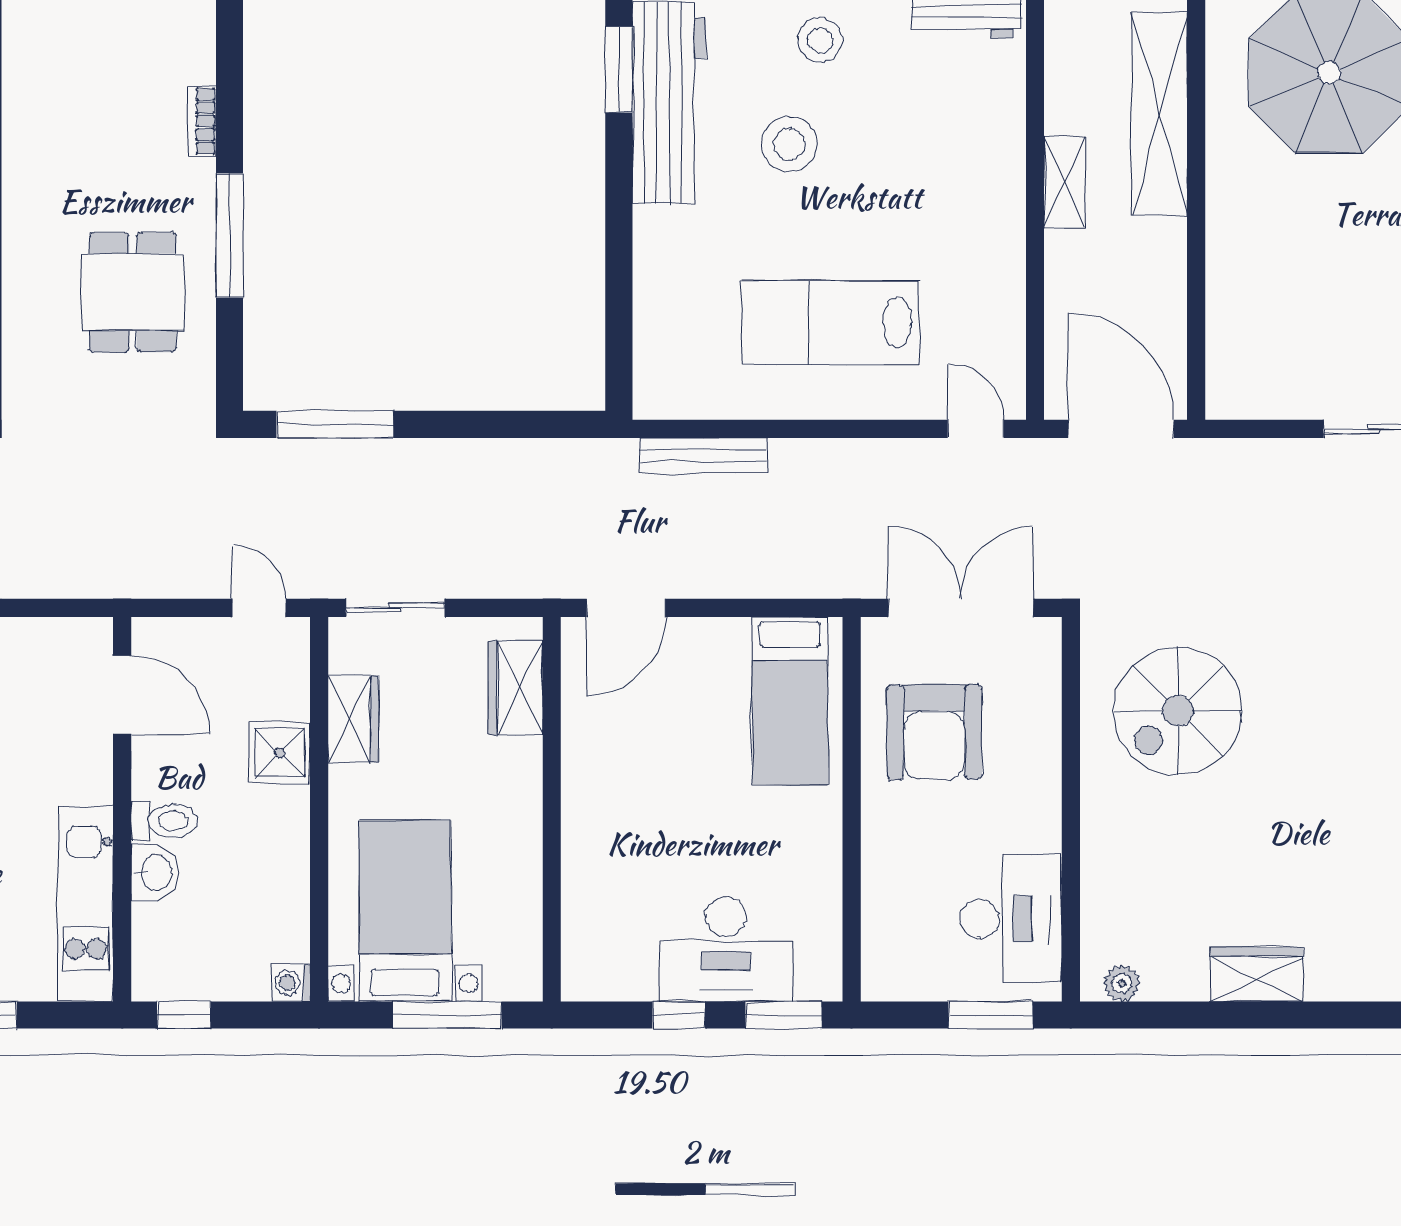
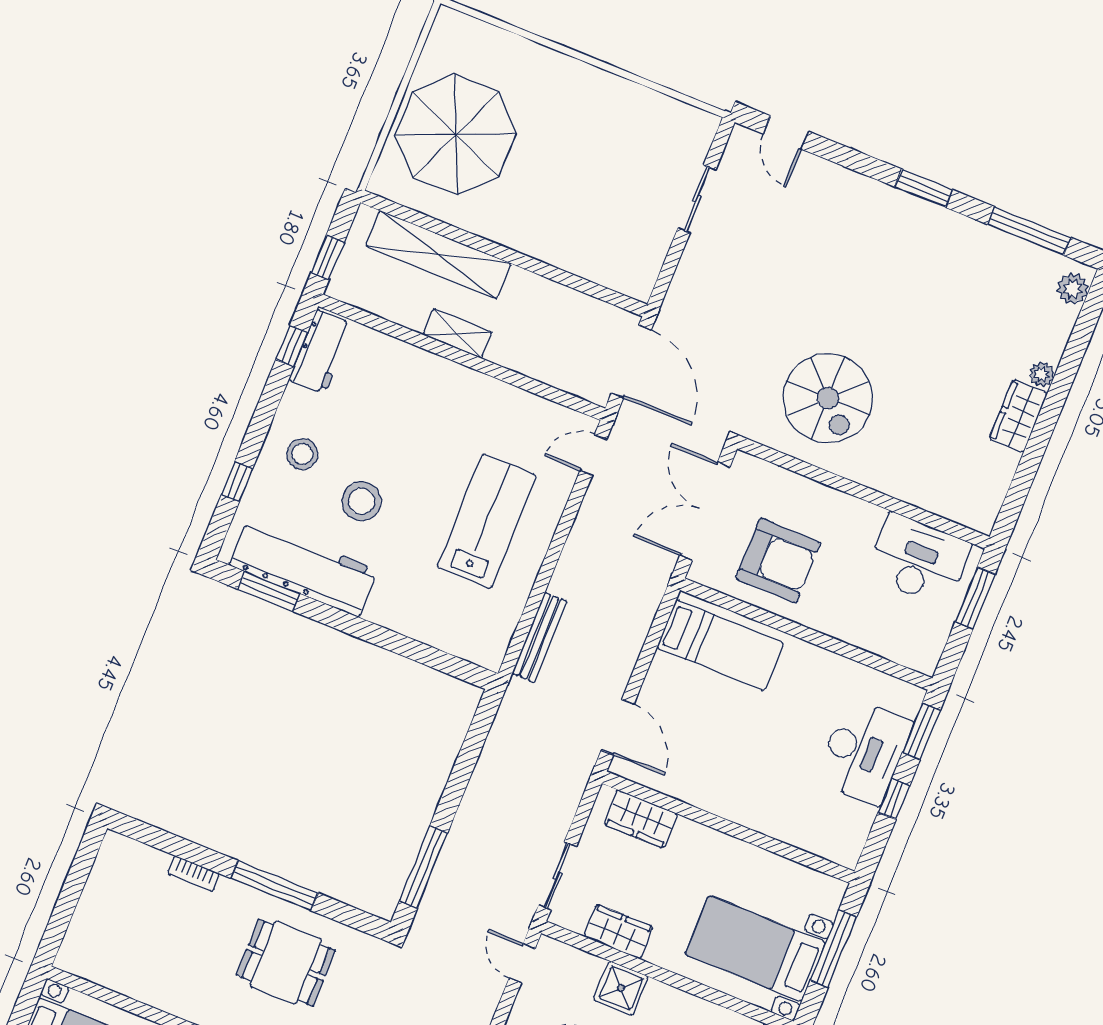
lab bench: (830, 322) -> (487, 521), turned 180
door: (1121, 429) -> (631, 361), swing flipped
door: (259, 608) -> (522, 963), hinge flipped
plant: (1122, 983) -> (1042, 374), moved

